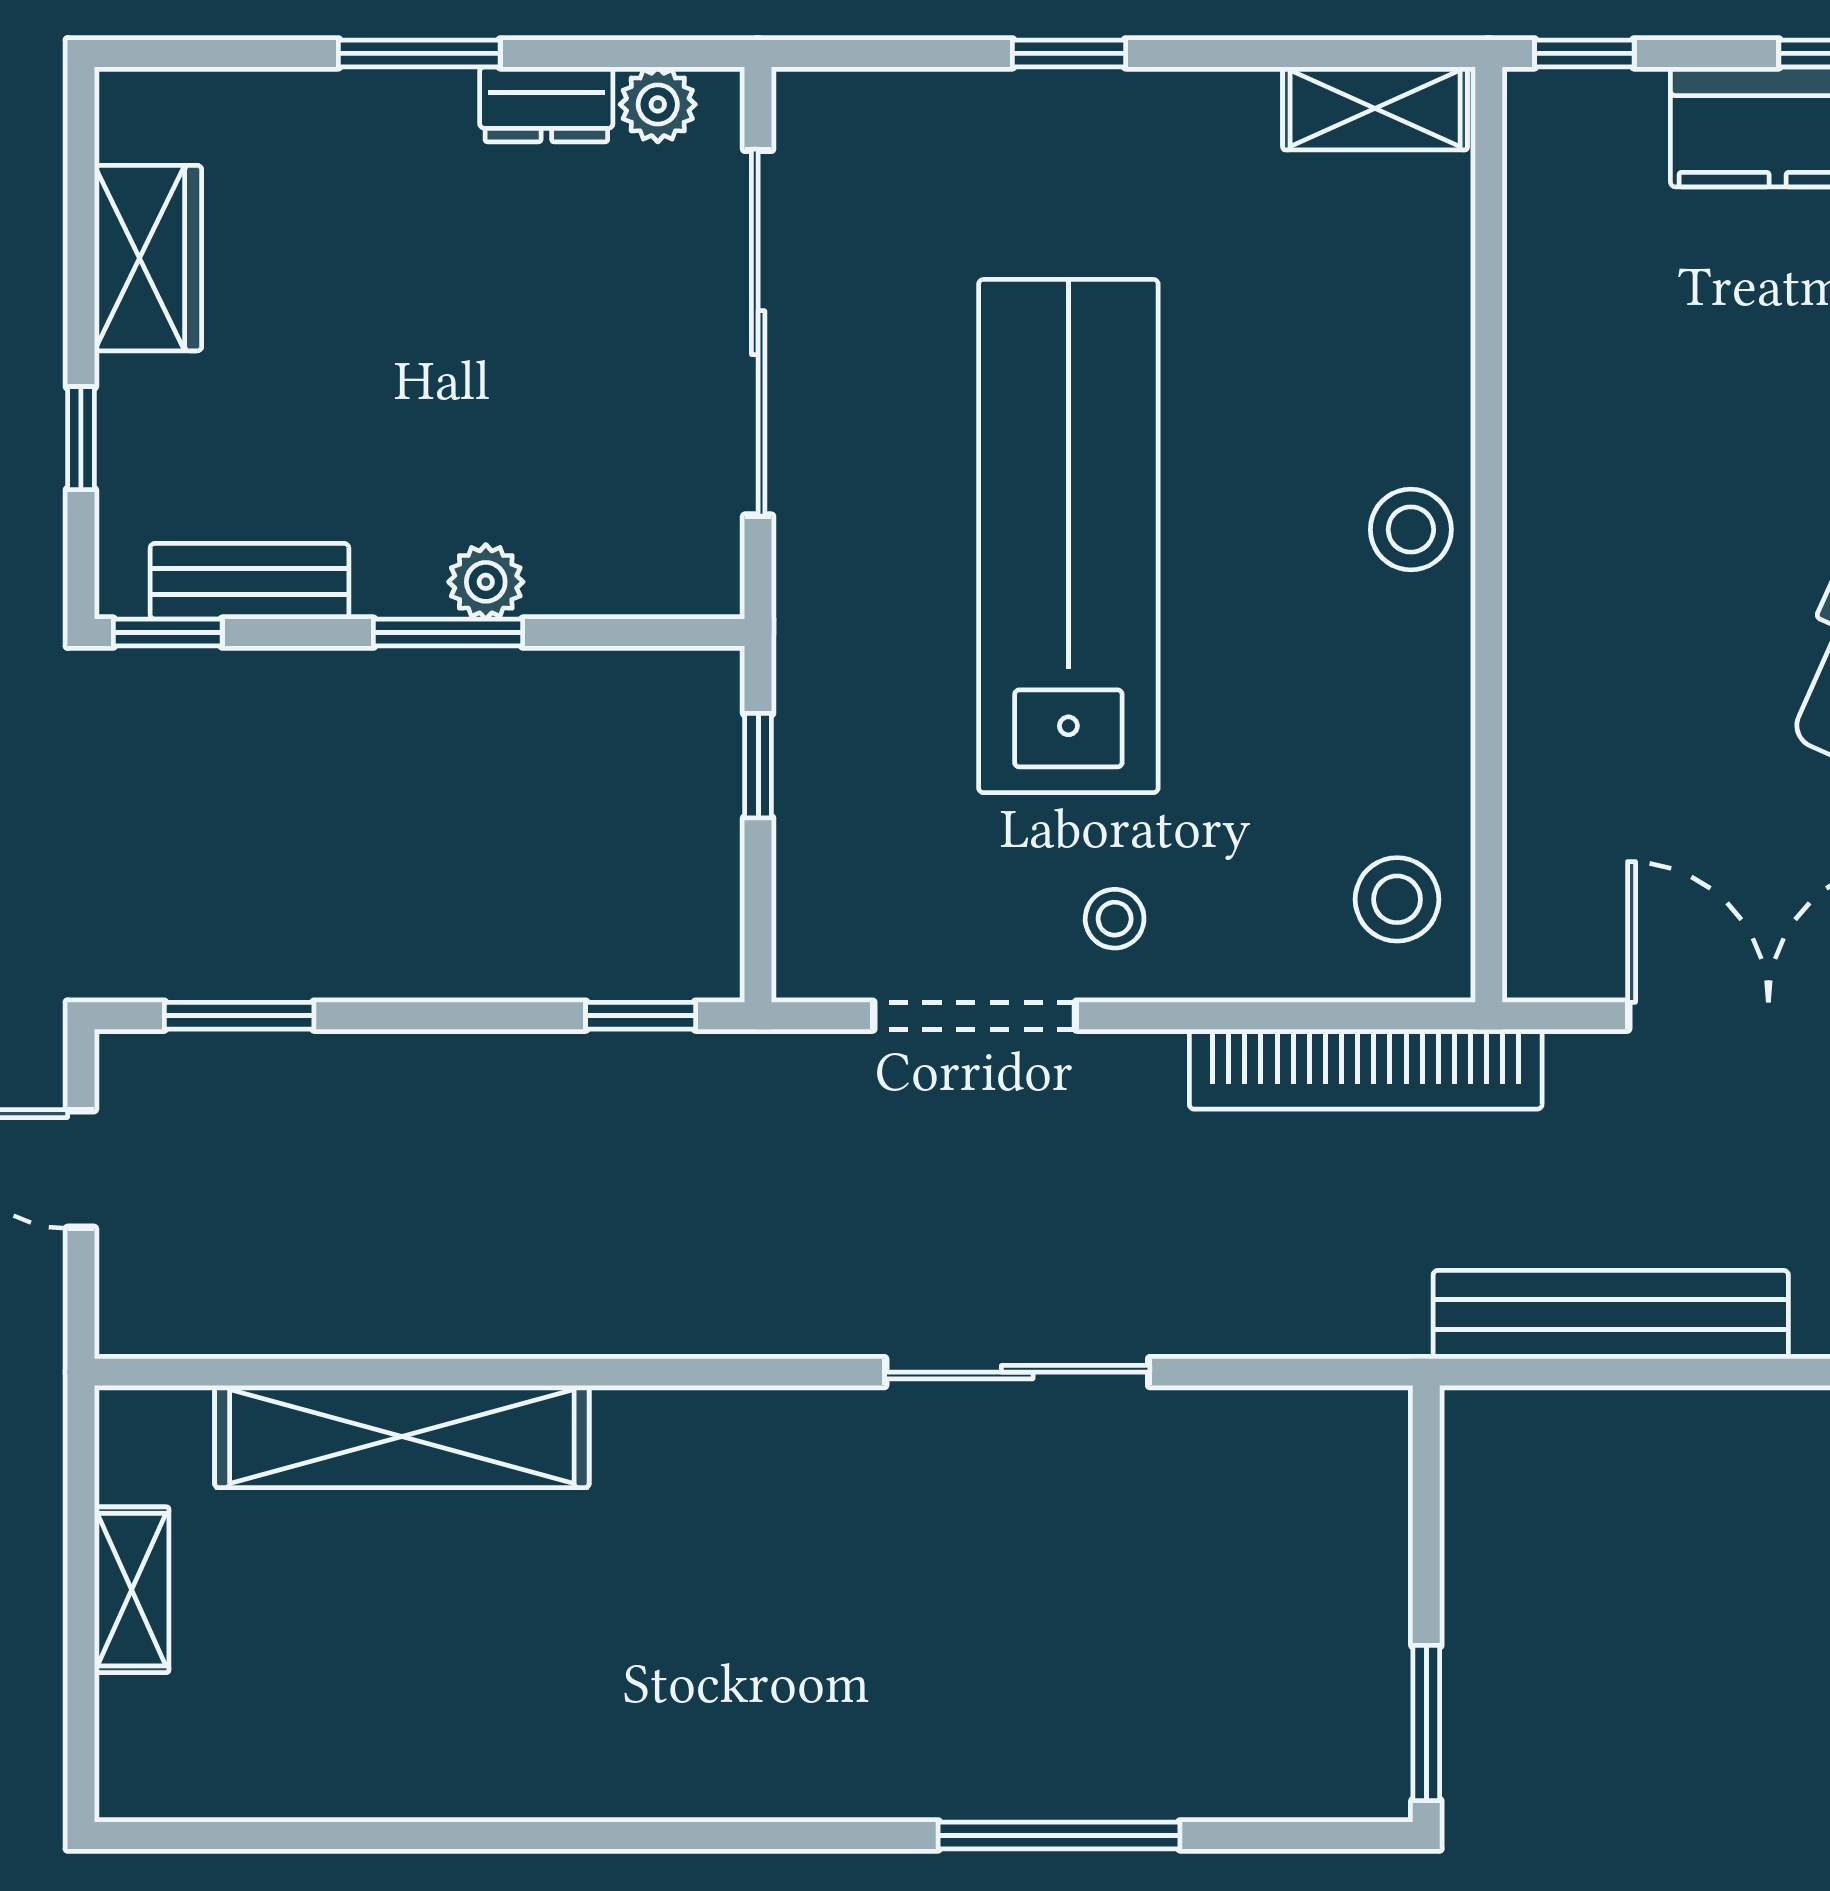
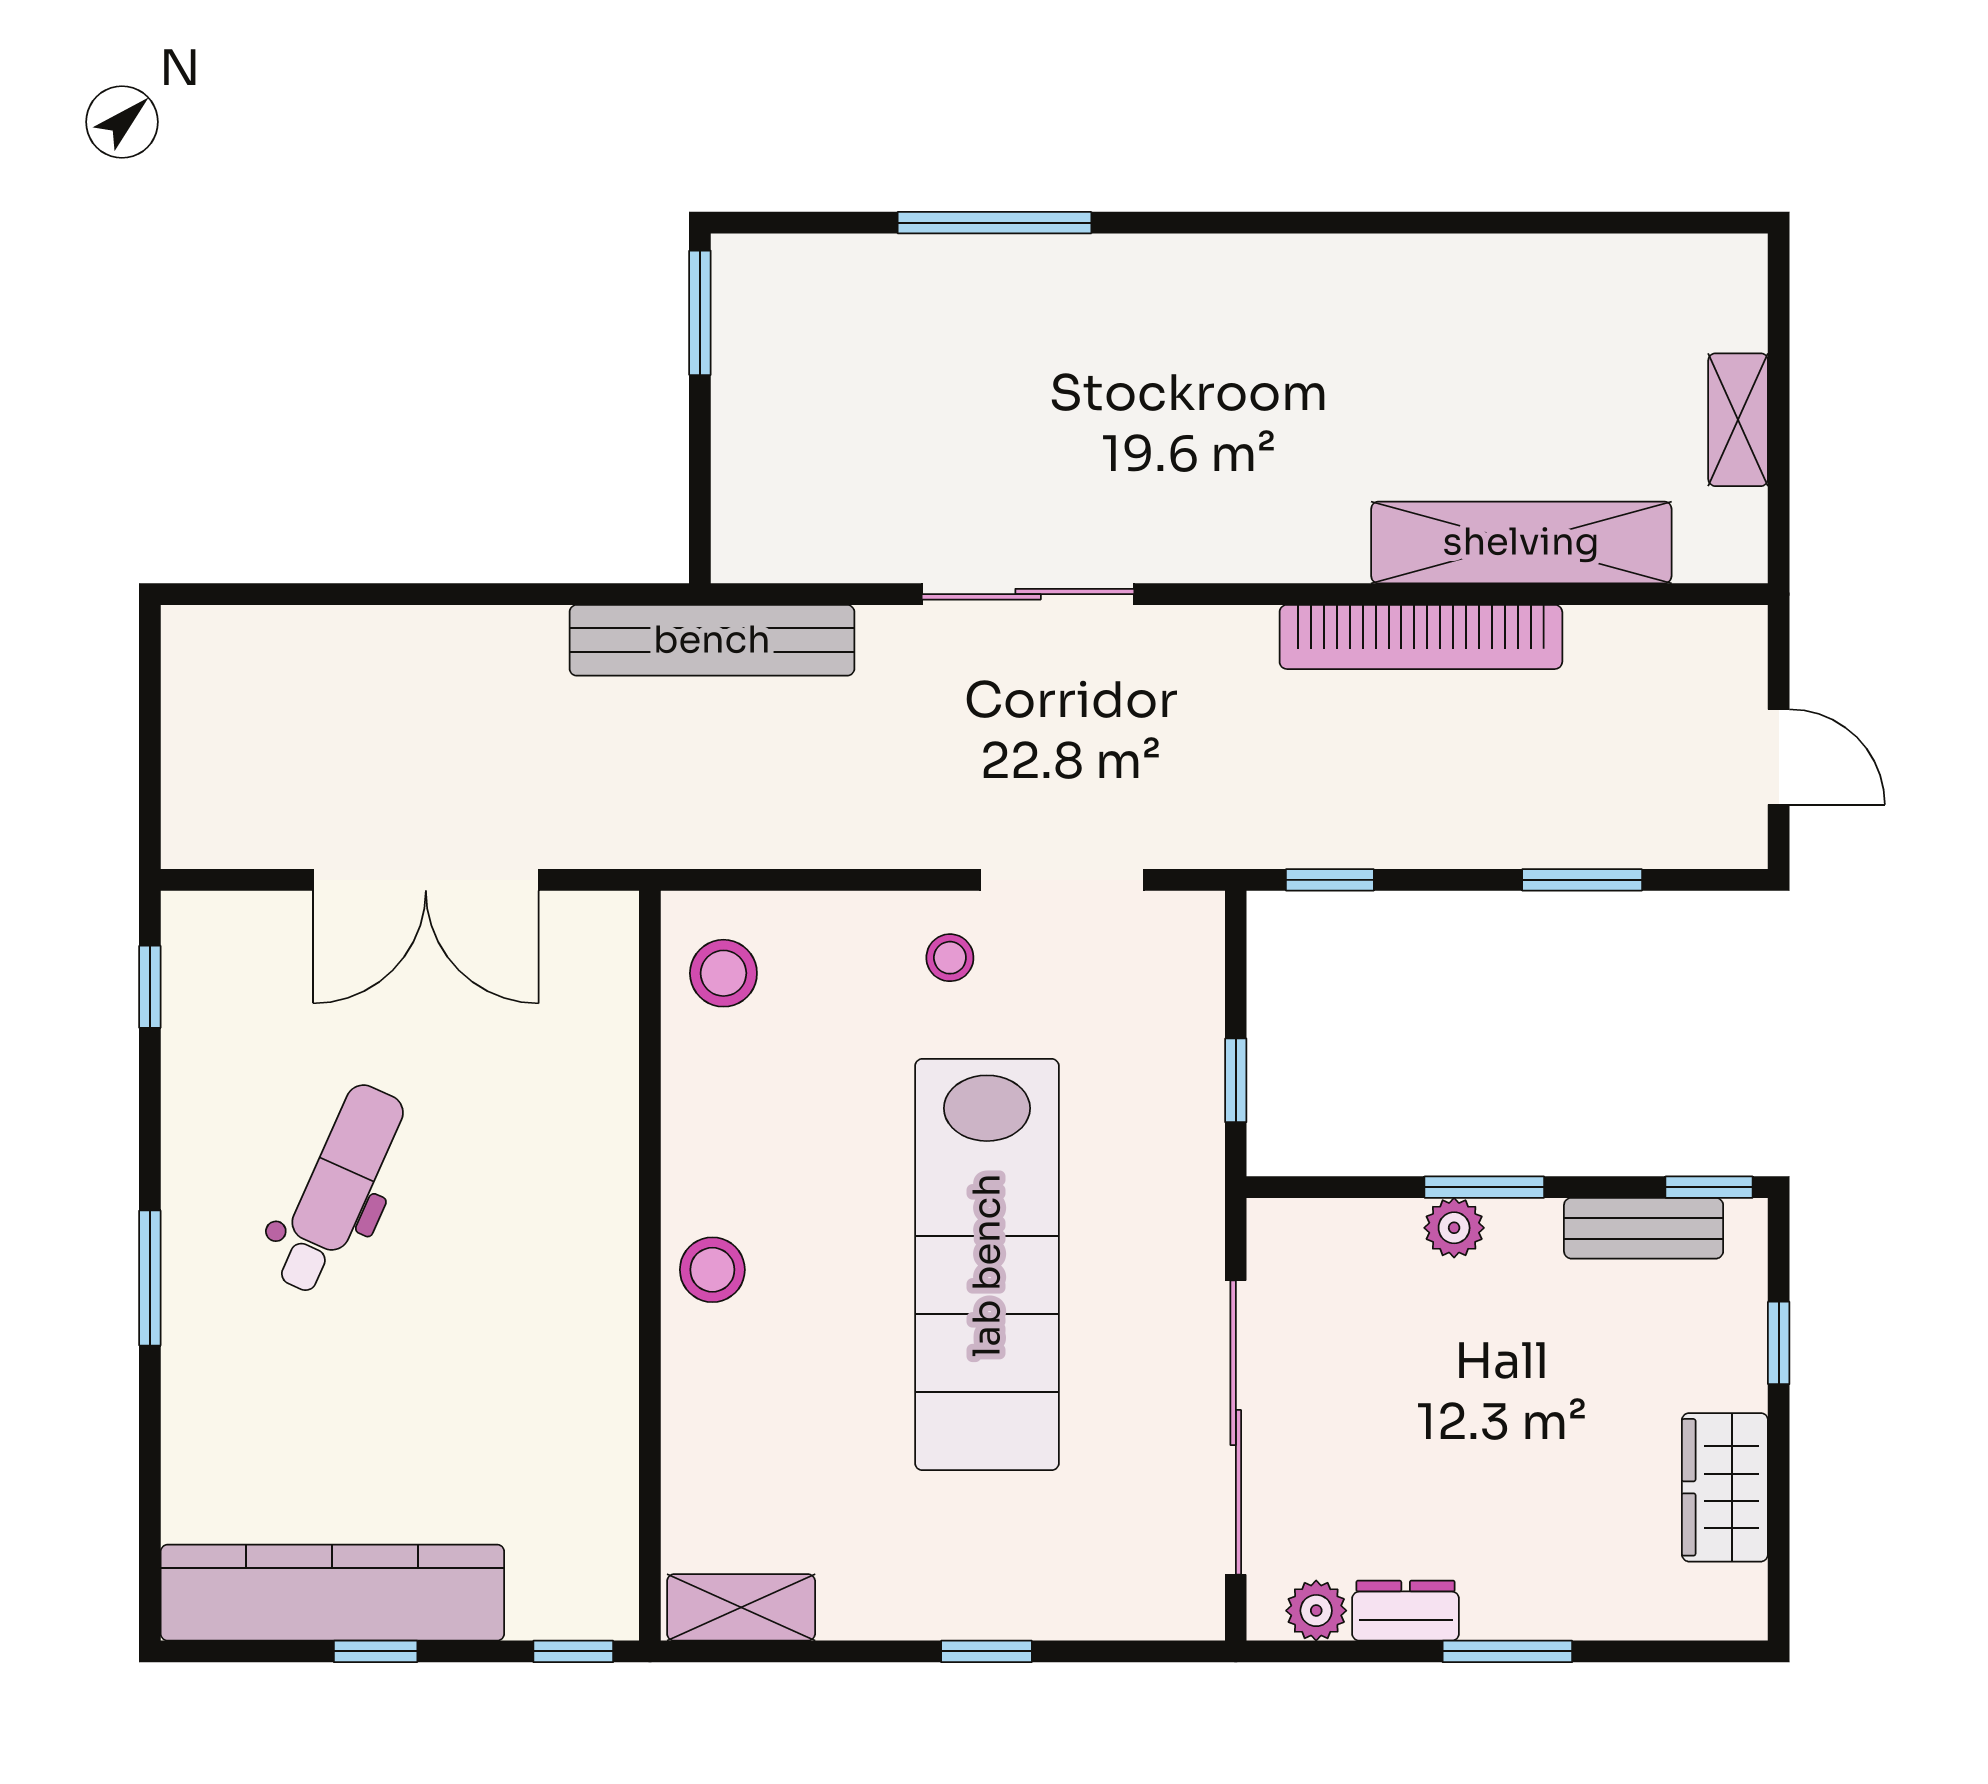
window: (239, 1016) -> (1582, 880), moved
bookcase: (1366, 1069) -> (1421, 637), moved, turned 180
bench: (1611, 1315) -> (712, 640), moved

